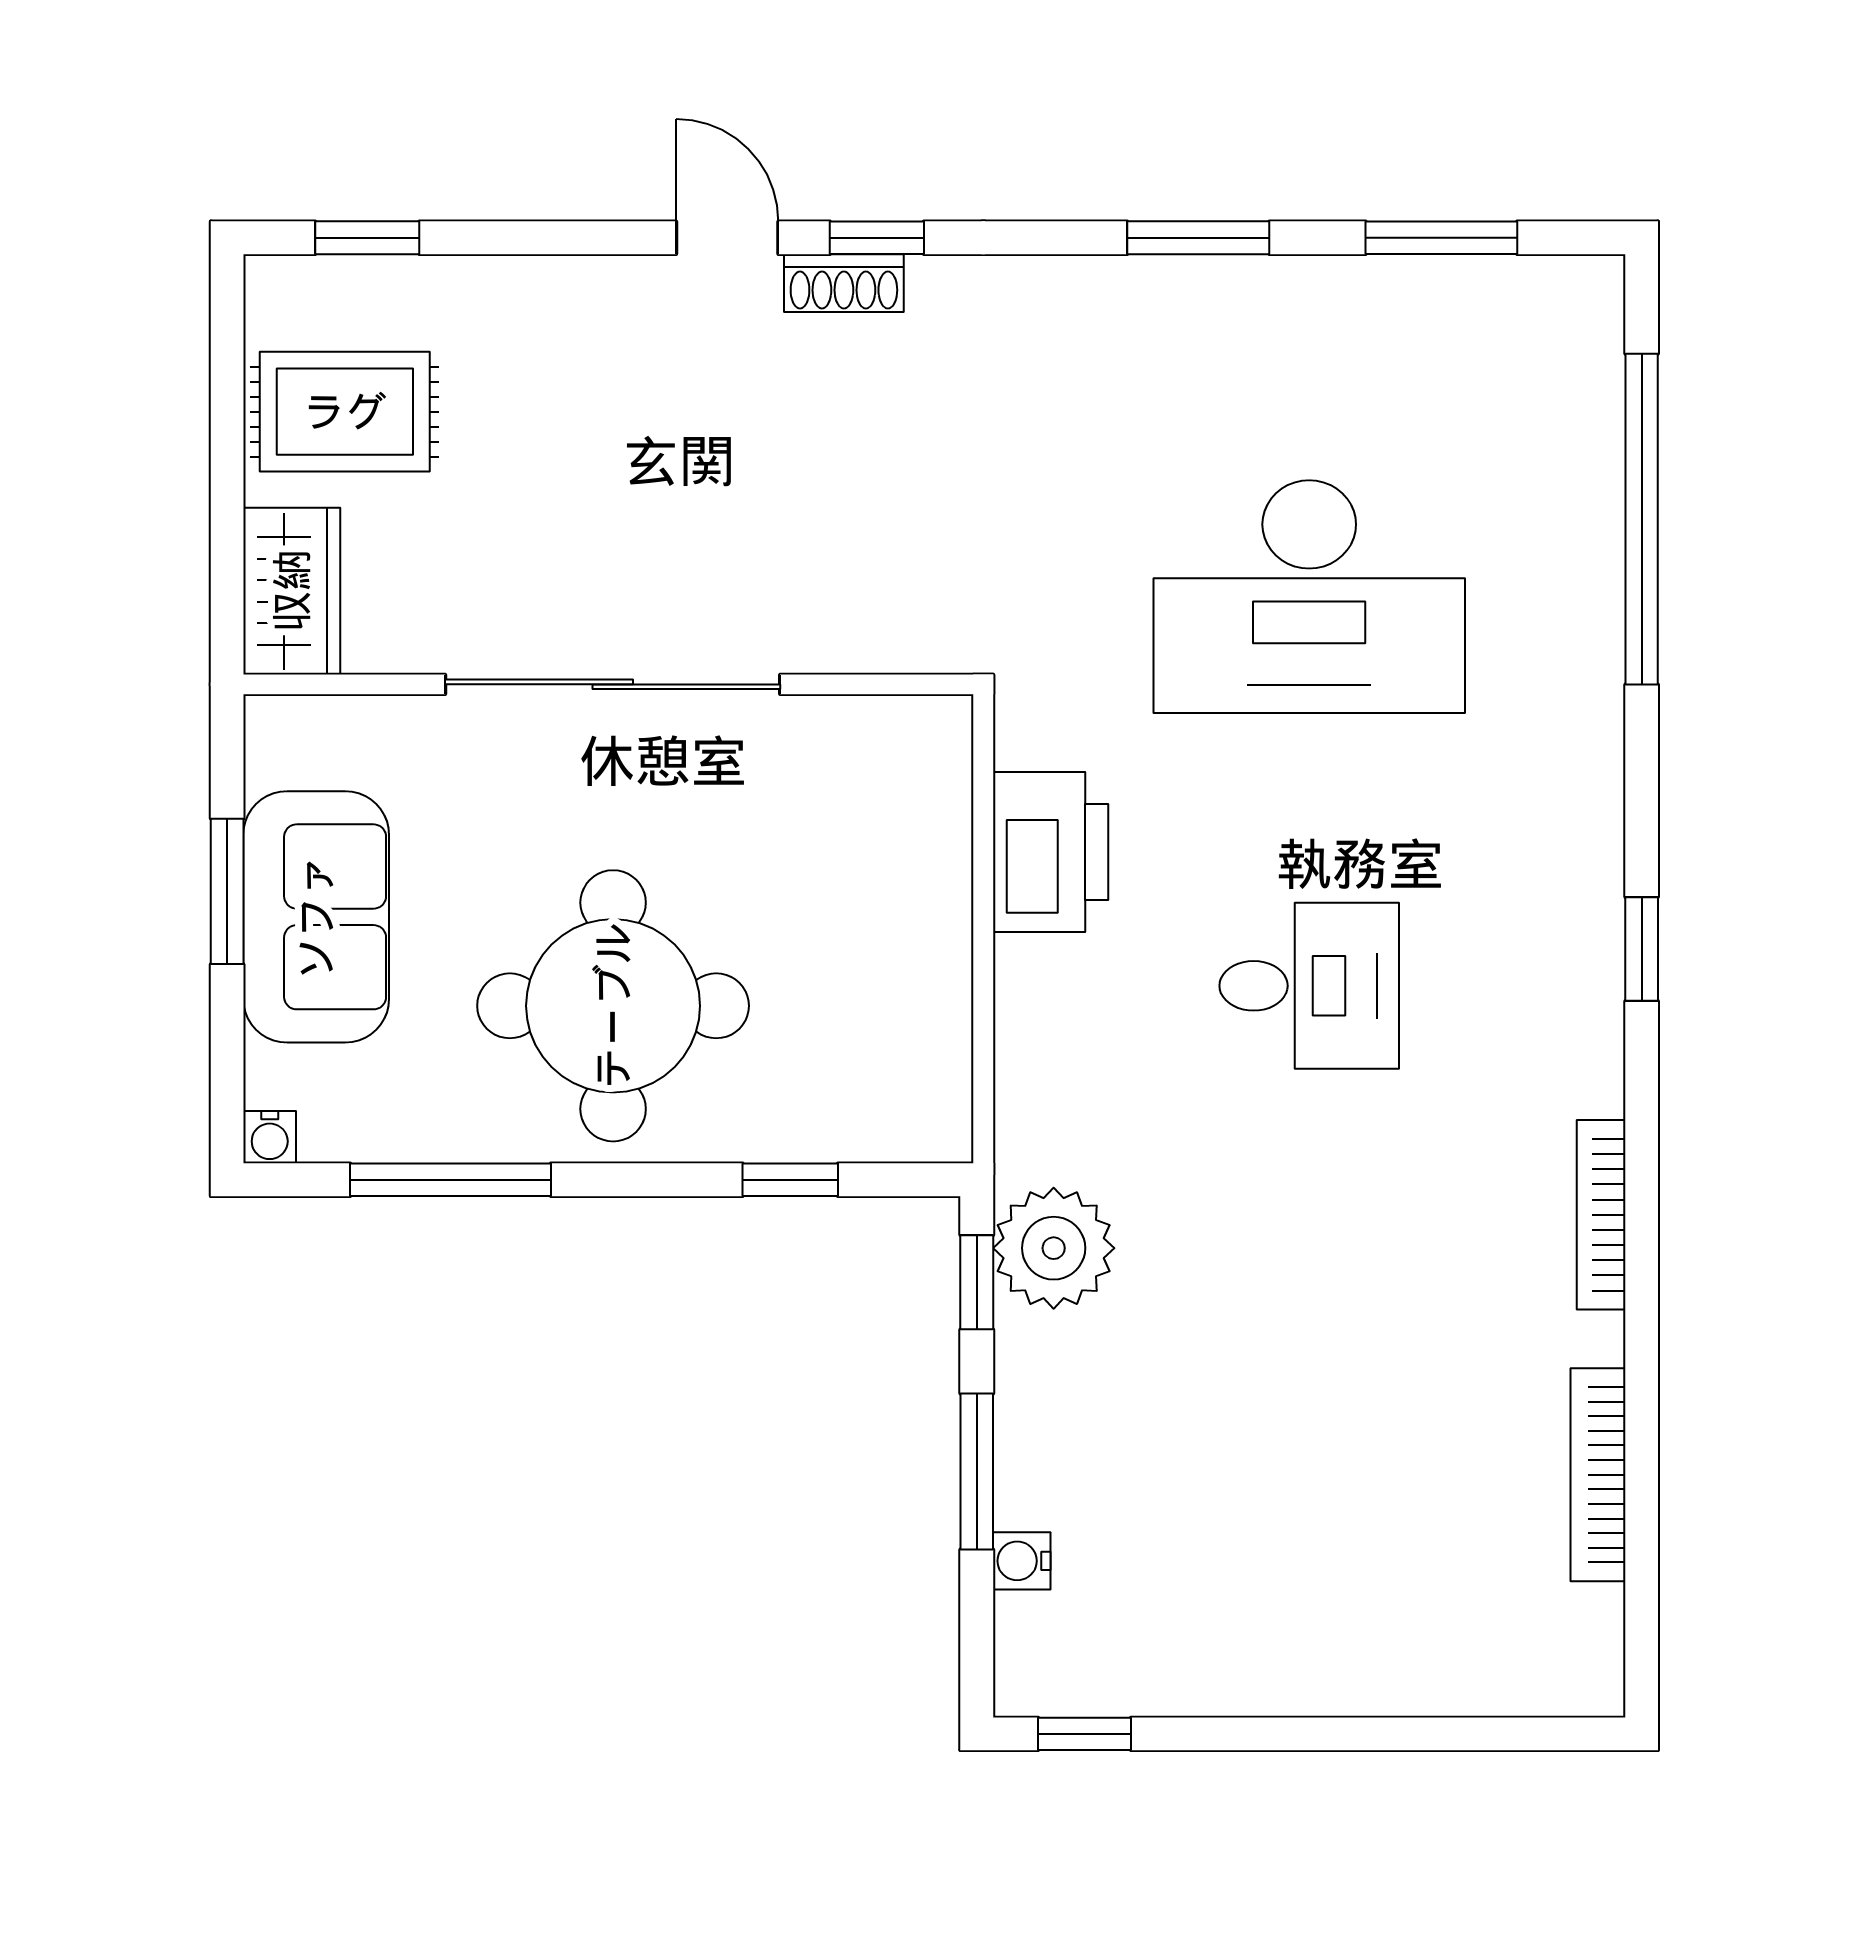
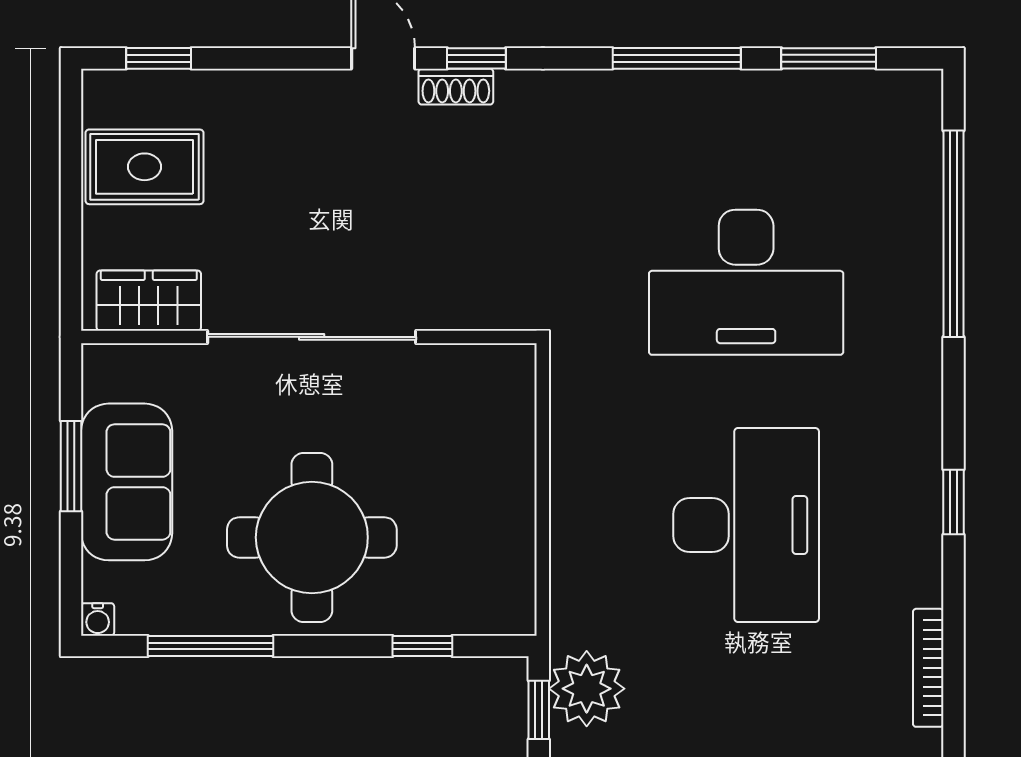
window: (1198, 238) -> (677, 58), width x1.44
wardrobe: (292, 591) -> (149, 301), moved, turned -90
printer: (1051, 852) -> (585, 442), removed
desk: (1309, 986) -> (746, 525), width x1.87, depth x1.30

